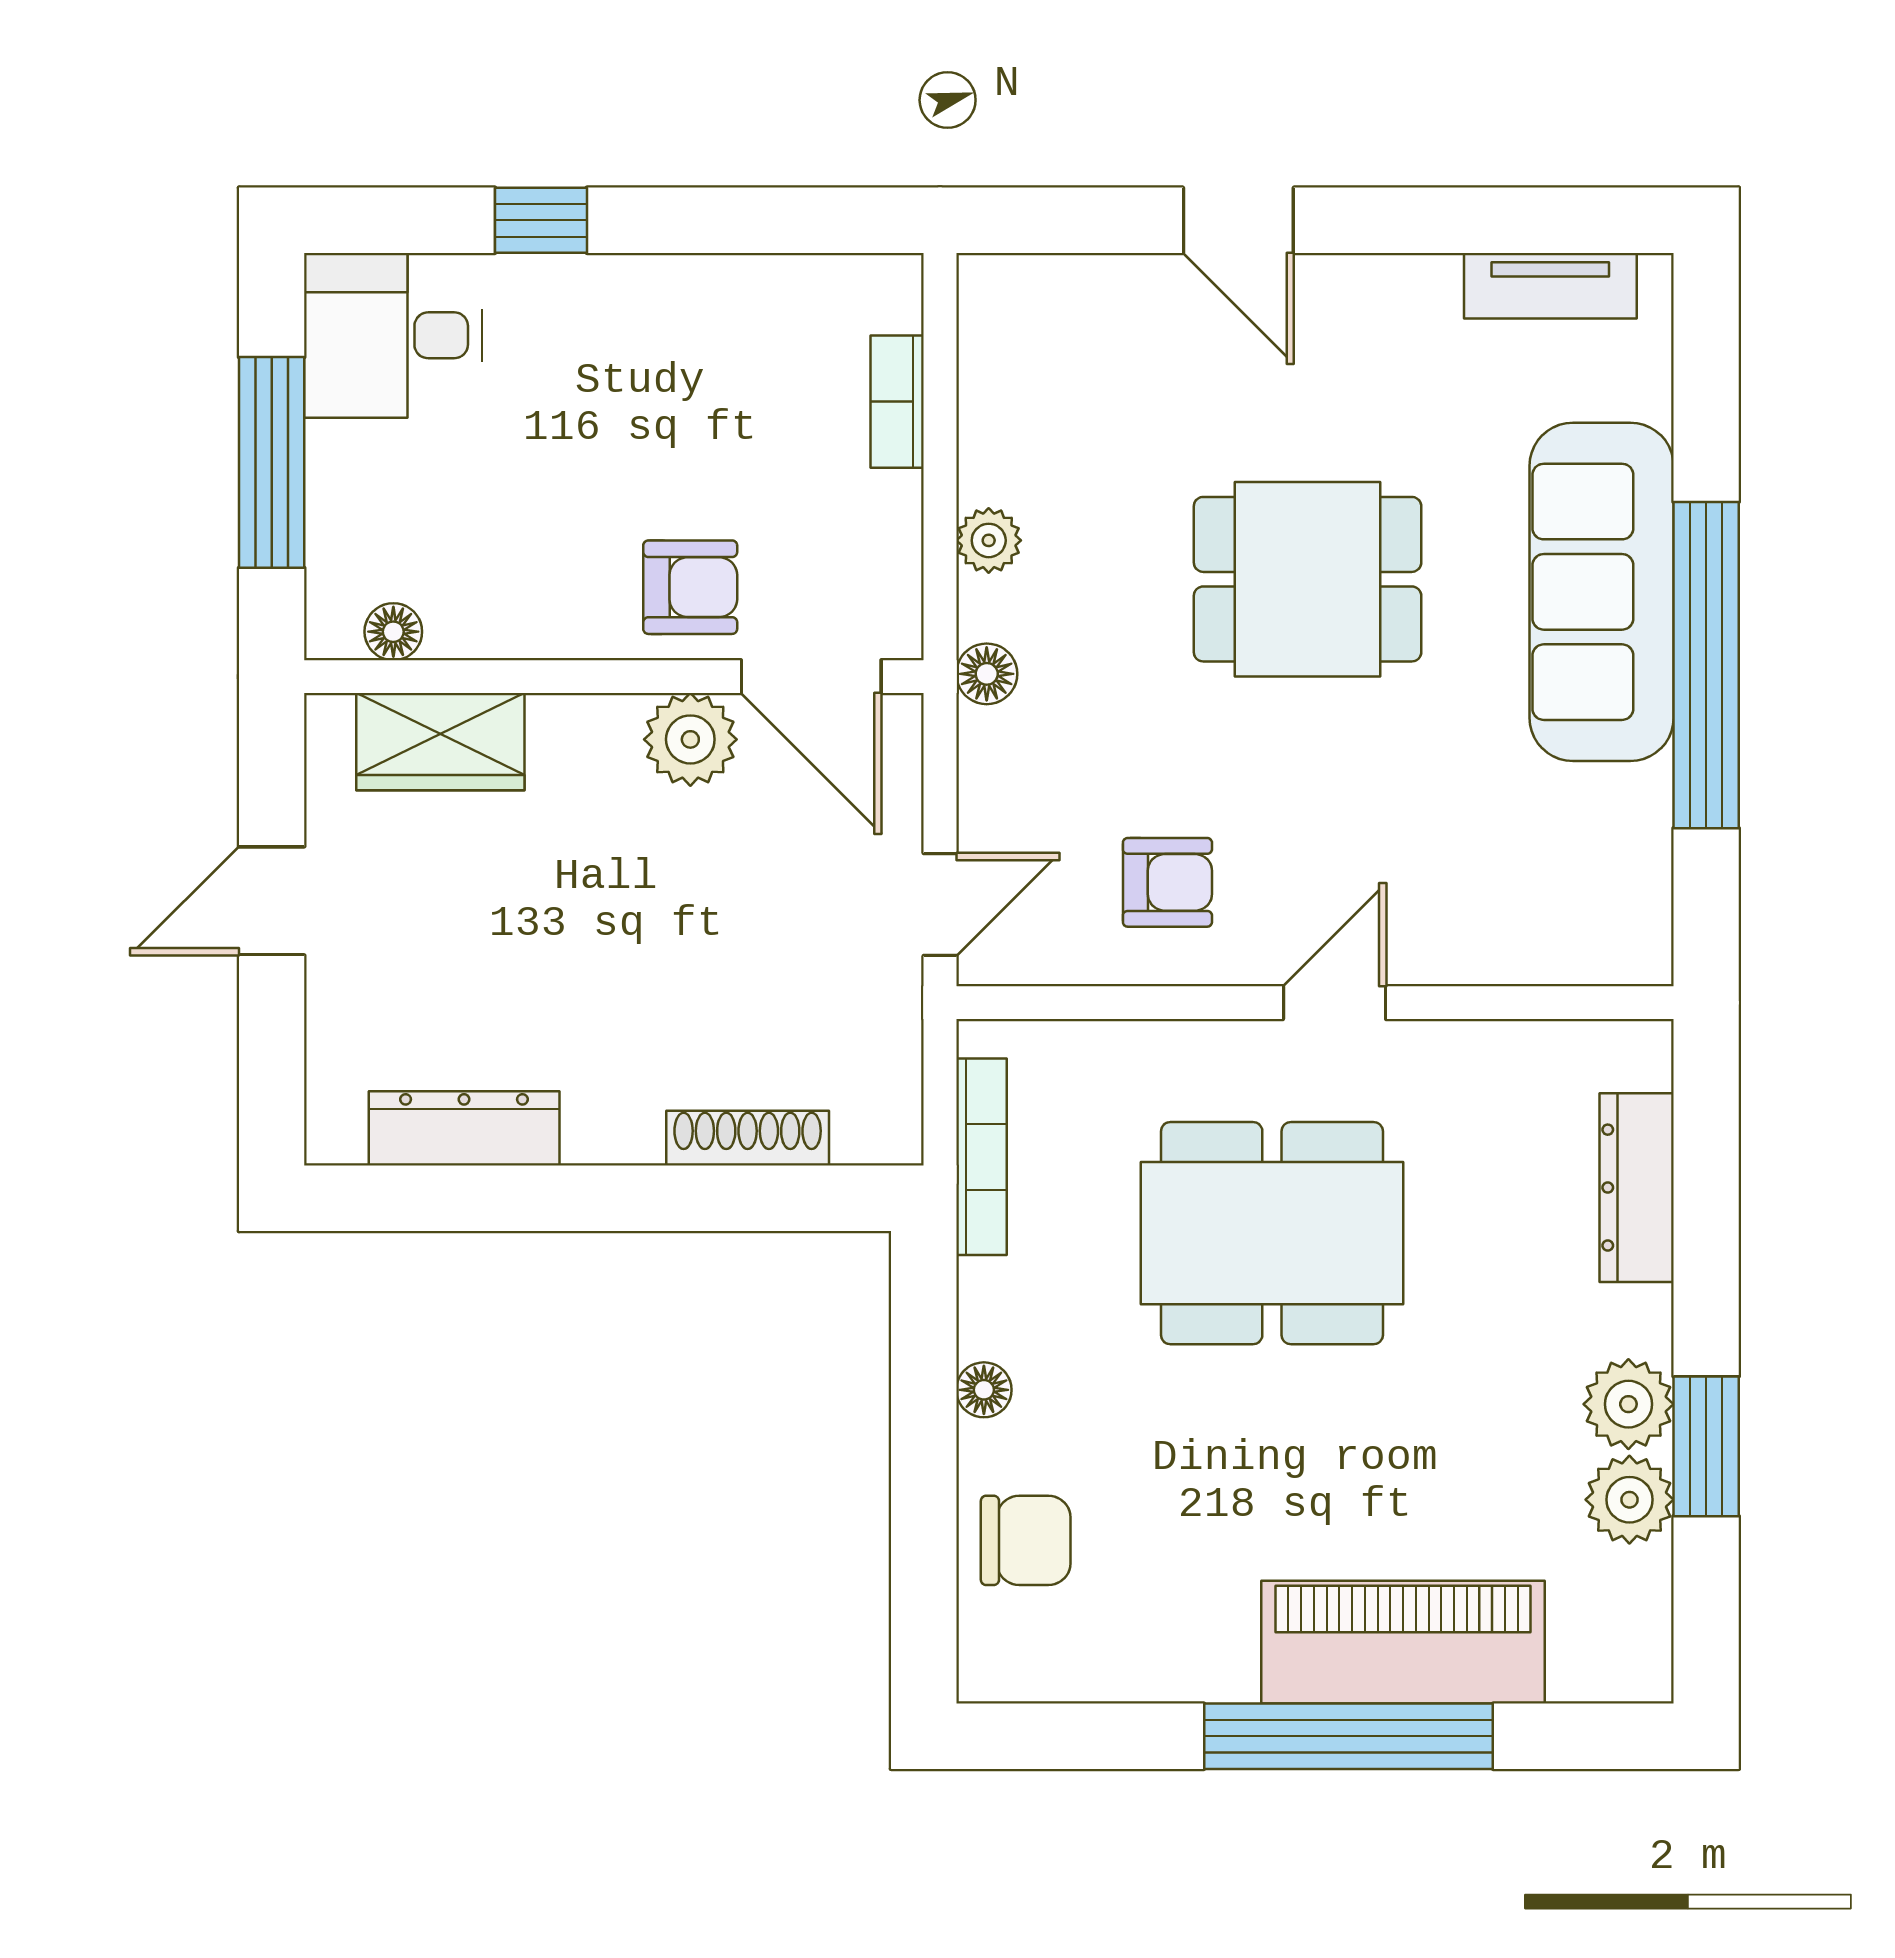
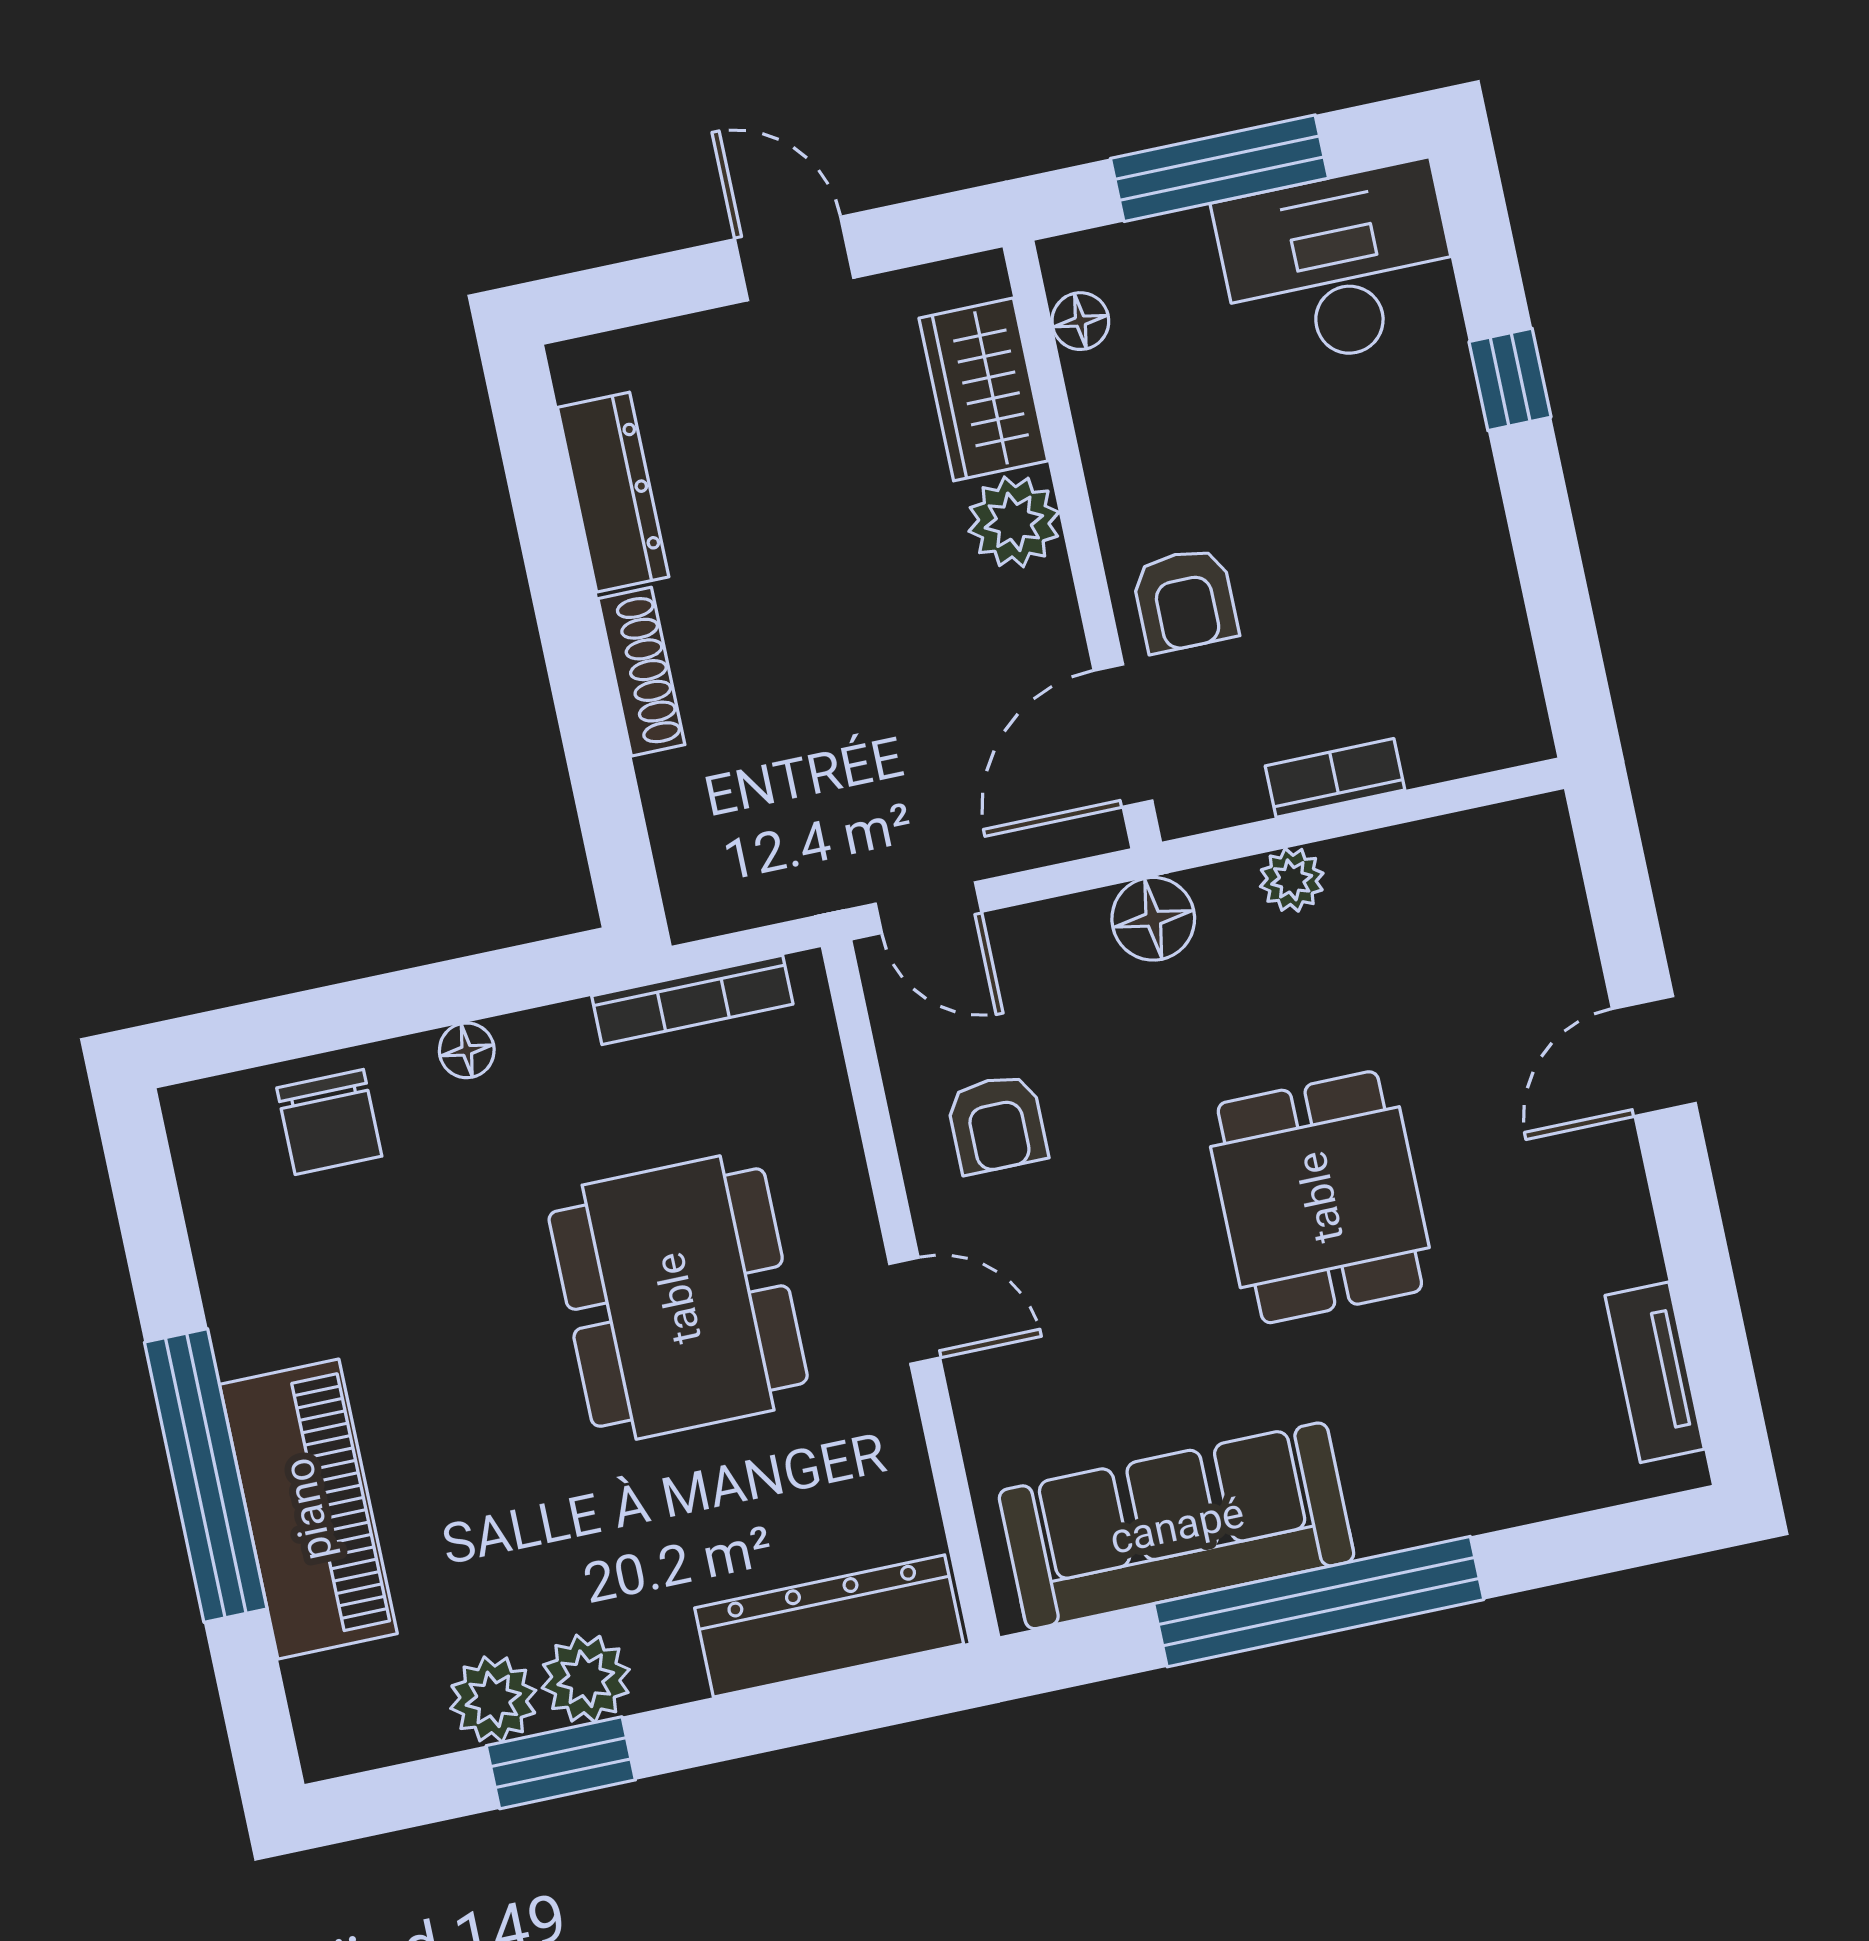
desk: (393, 335) -> (1338, 266), width x1.37
bookcase: (897, 402) -> (1335, 778), moved
sofa: (1602, 592) -> (1177, 1526), moved
floor lamp: (987, 674) -> (1153, 919), width x1.37, depth x1.37
plant: (690, 739) -> (1014, 522), moved
shoe rack: (748, 1138) -> (641, 672), moved
dresser: (1637, 1188) -> (829, 1626), width x1.37, depth x1.24

